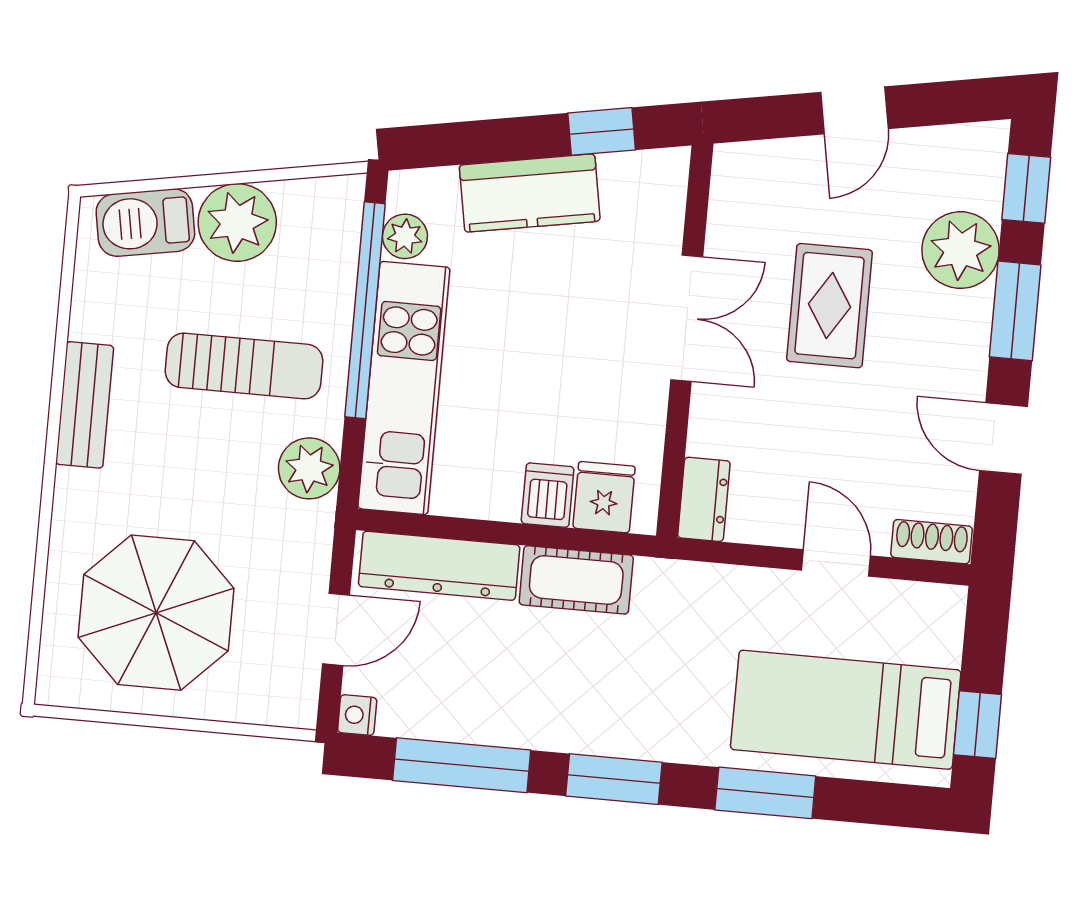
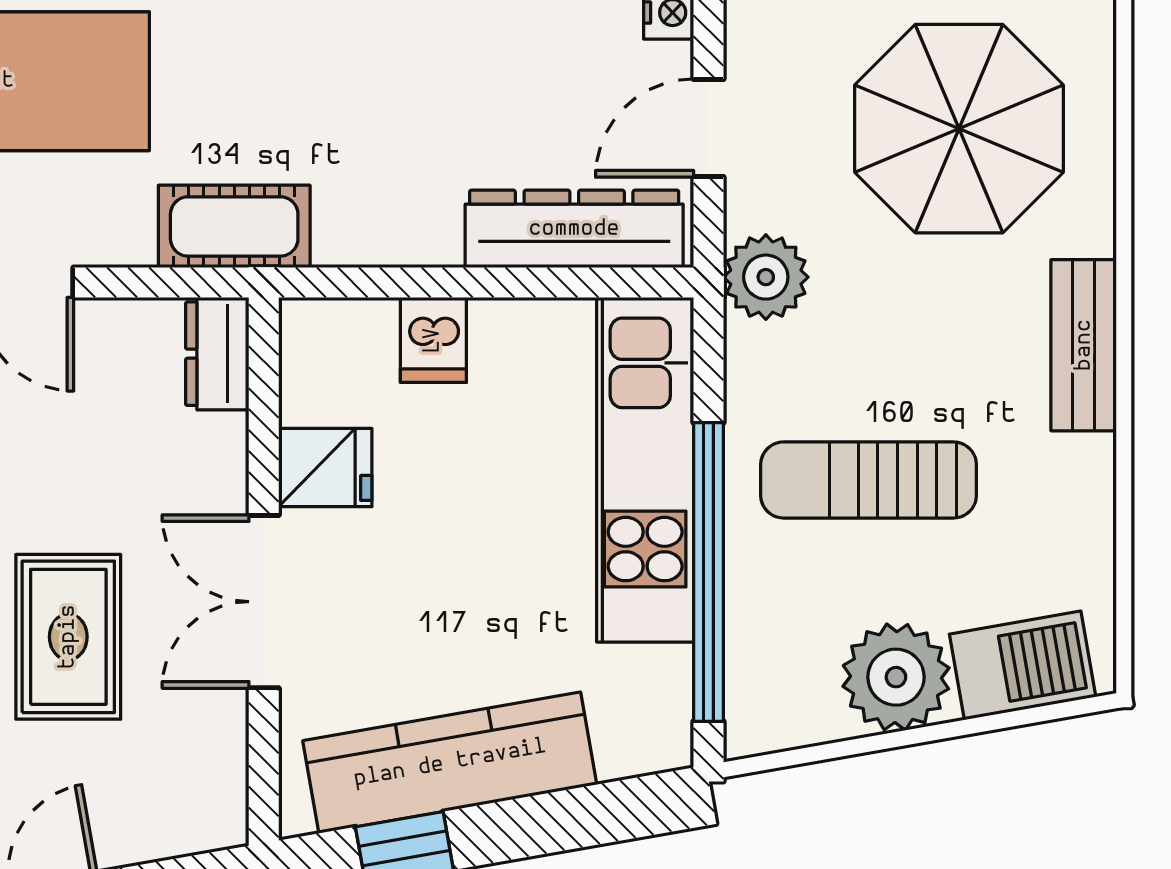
kitchen counter: (530, 193) -> (450, 763), width x1.50
plant: (405, 236) -> (663, 679), removed
bench: (85, 405) -> (1084, 345), moved
plant: (309, 468) -> (766, 277), moved
fridge: (604, 497) -> (325, 468), moved, turned -90
cot: (576, 580) -> (234, 226), moved

